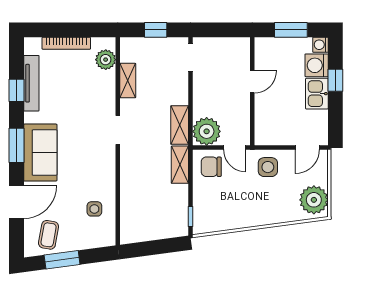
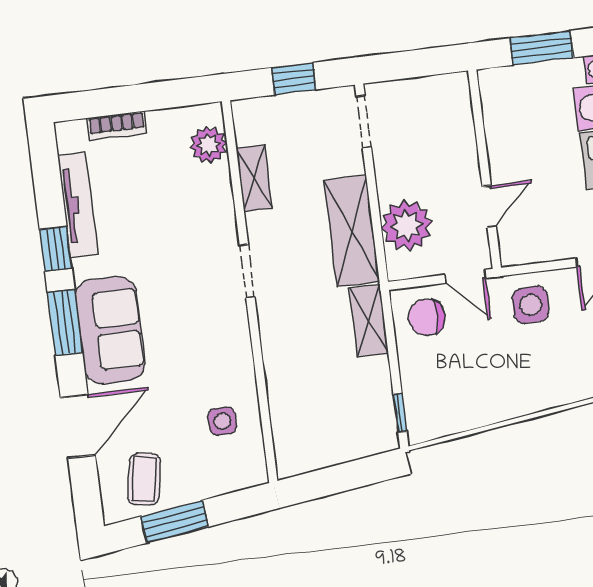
bookcase: (66, 43) -> (117, 126), width x0.64
door: (252, 82) -> (489, 206), moved
window: (16, 90) -> (56, 249), moved
shelving: (180, 125) -> (352, 231), width x1.50, depth x1.33
plant: (207, 131) -> (407, 225), moved

